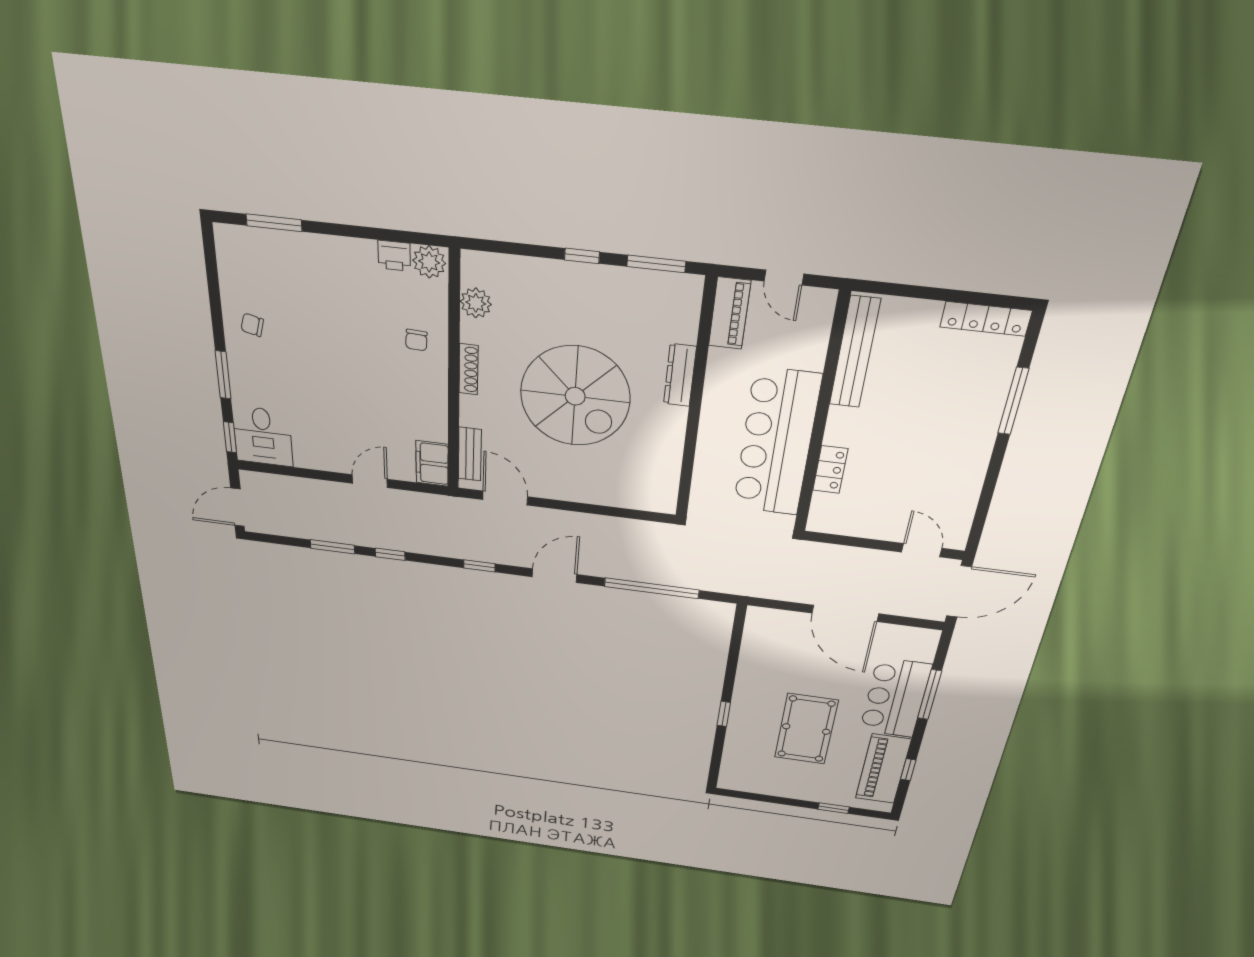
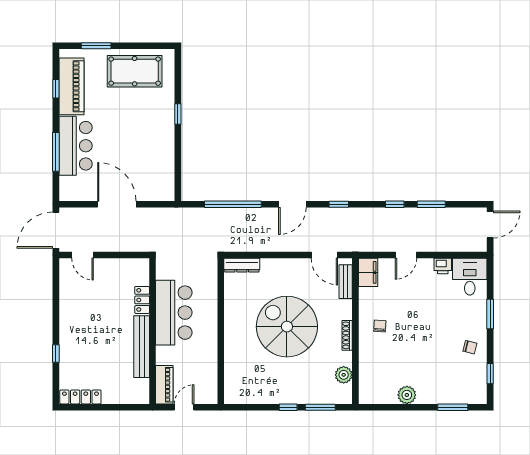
printer: (394, 256) -> (443, 266), moved, turned 180
plant: (429, 262) -> (407, 395), moved
window: (656, 264) -> (320, 407), moved
door: (784, 278) -> (184, 407), hinge flipped
piano: (730, 313) -> (164, 385), moved, turned 180
chair: (416, 340) -> (380, 326), moved
bench: (855, 352) -> (142, 347), moved
dresser: (680, 375) -> (242, 265), moved, turned 90
window: (1013, 401) -> (56, 353), width x0.46
window: (230, 437) -> (490, 374), moved
bar counter: (776, 443) -> (174, 313), width x0.73
pool table: (806, 729) -> (135, 71), moved, turned 90
window: (834, 808) -> (96, 46), width x1.50

